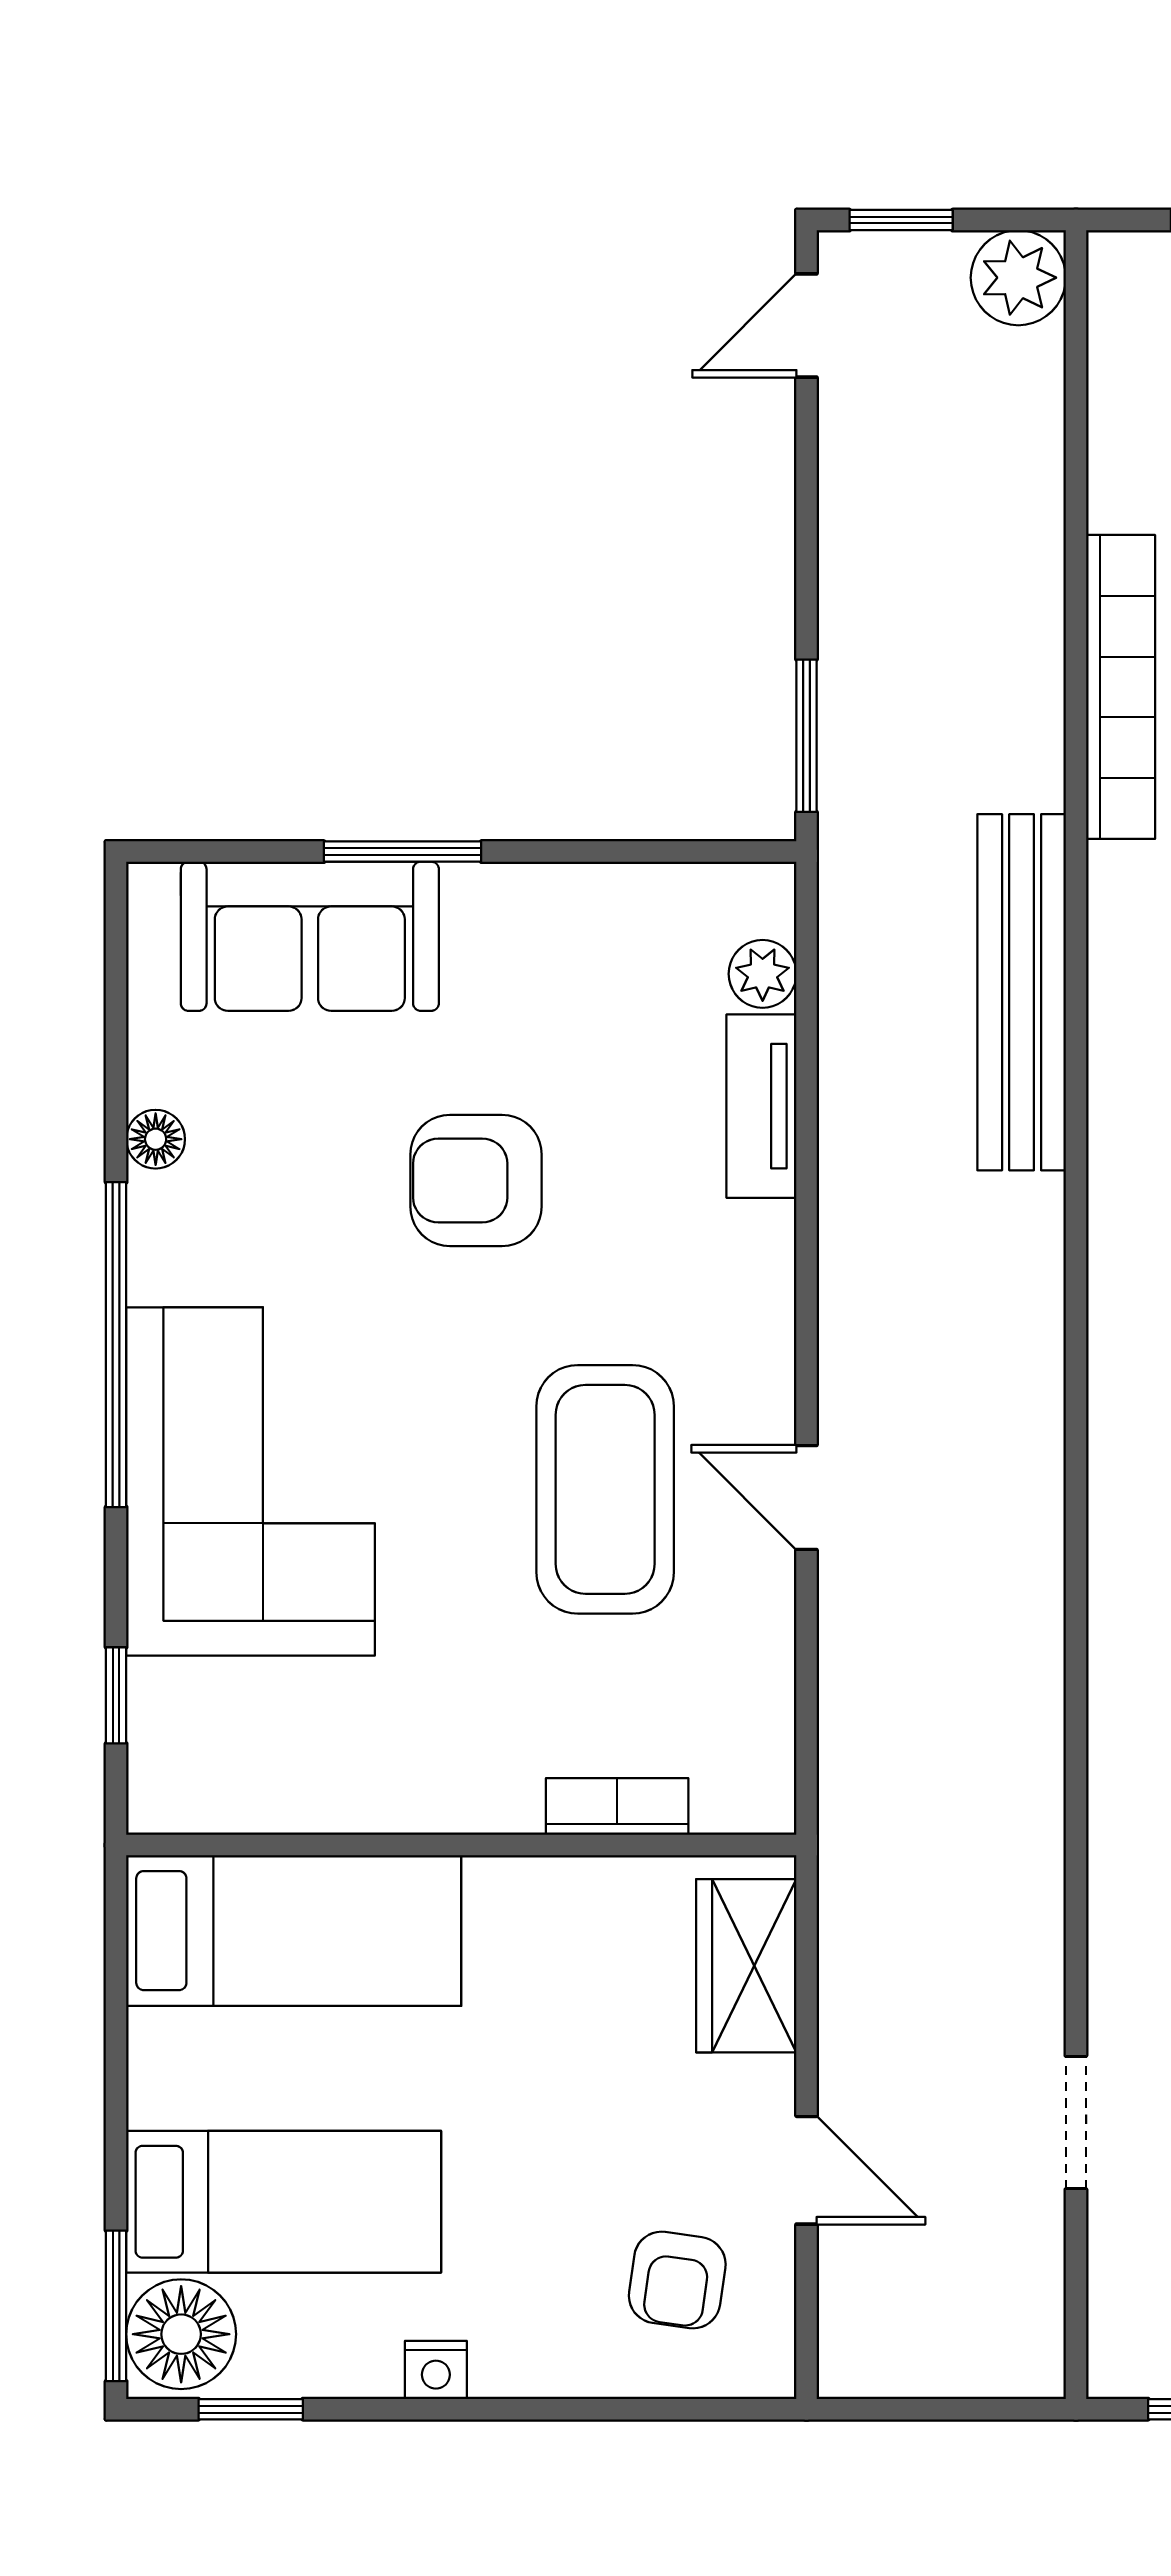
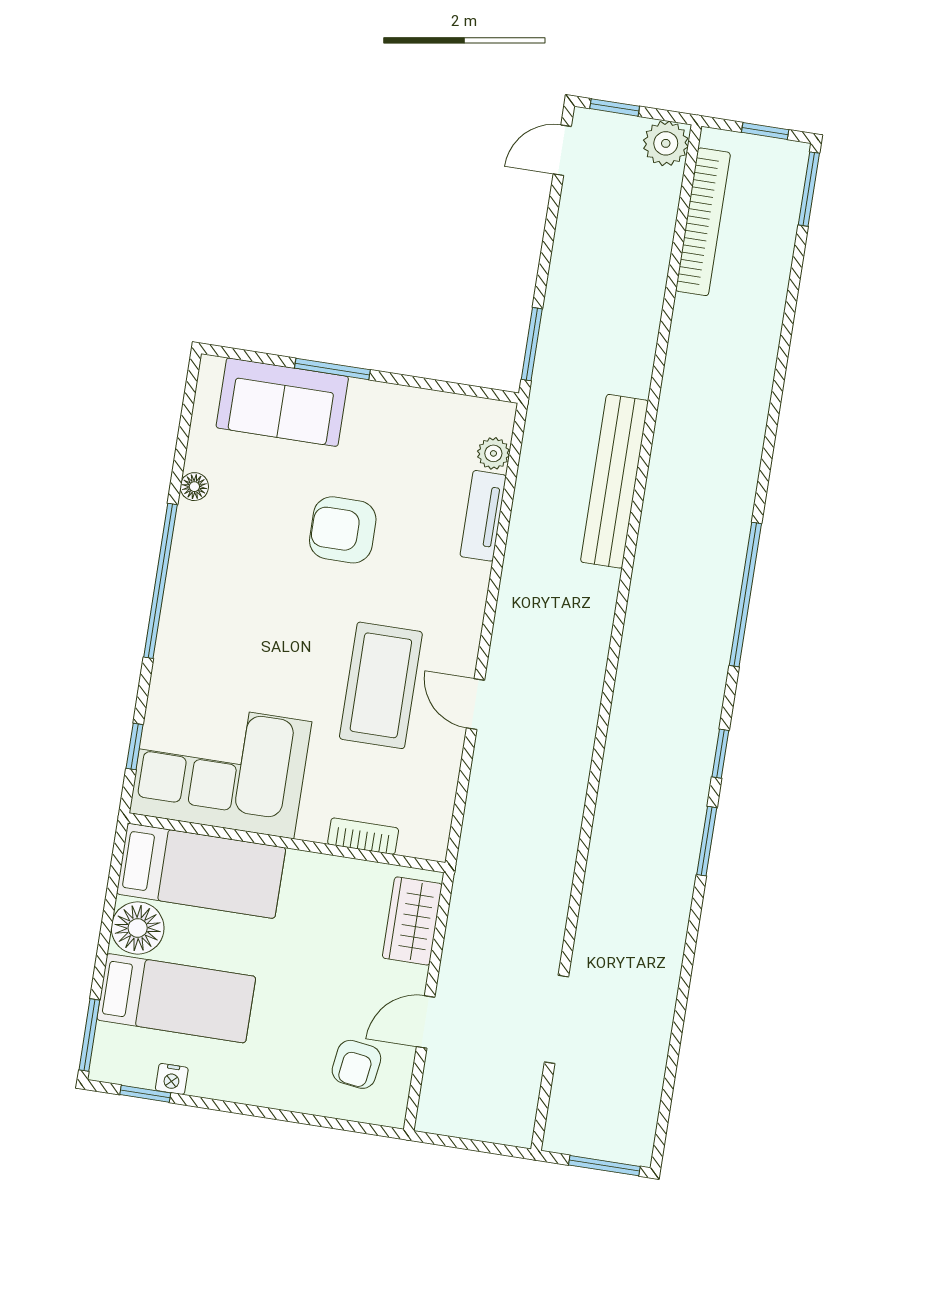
bookcase: (1121, 687) -> (703, 222), moved
corner sofa: (250, 1482) -> (220, 767), moved, turned -90
doorway: (1076, 2123) -> (557, 1019), width x1.38
door: (807, 2170) -> (426, 1022), swing flipped
floor lamp: (181, 2334) -> (138, 928), moved
nightstand: (436, 2370) -> (172, 1079), moved

